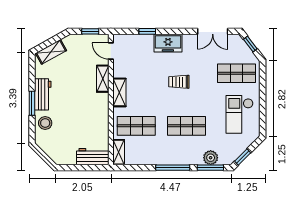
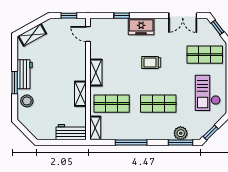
shelving: (103, 79) -> (80, 94), moved
window: (173, 168) -> (131, 142), moved

